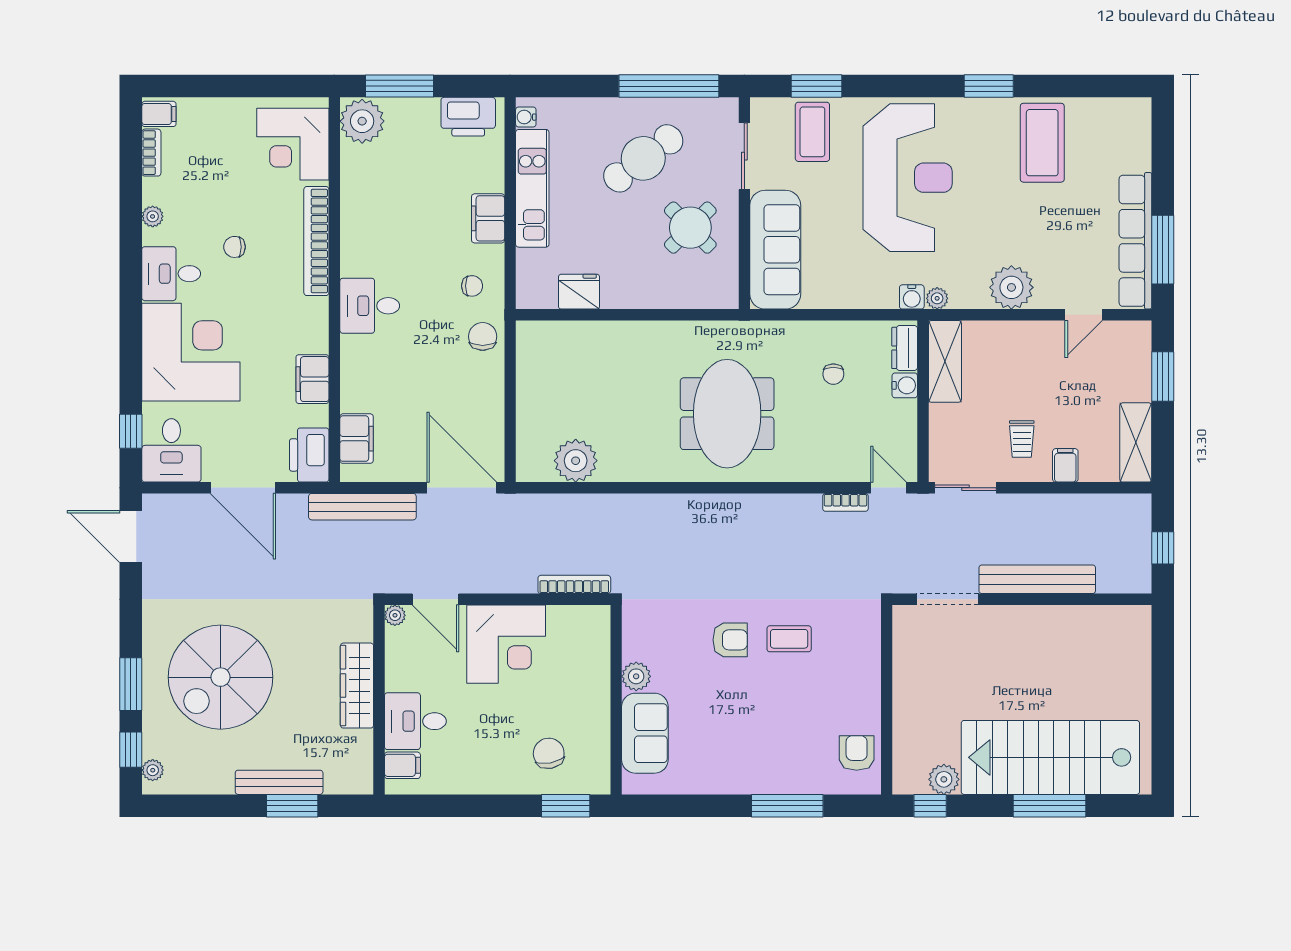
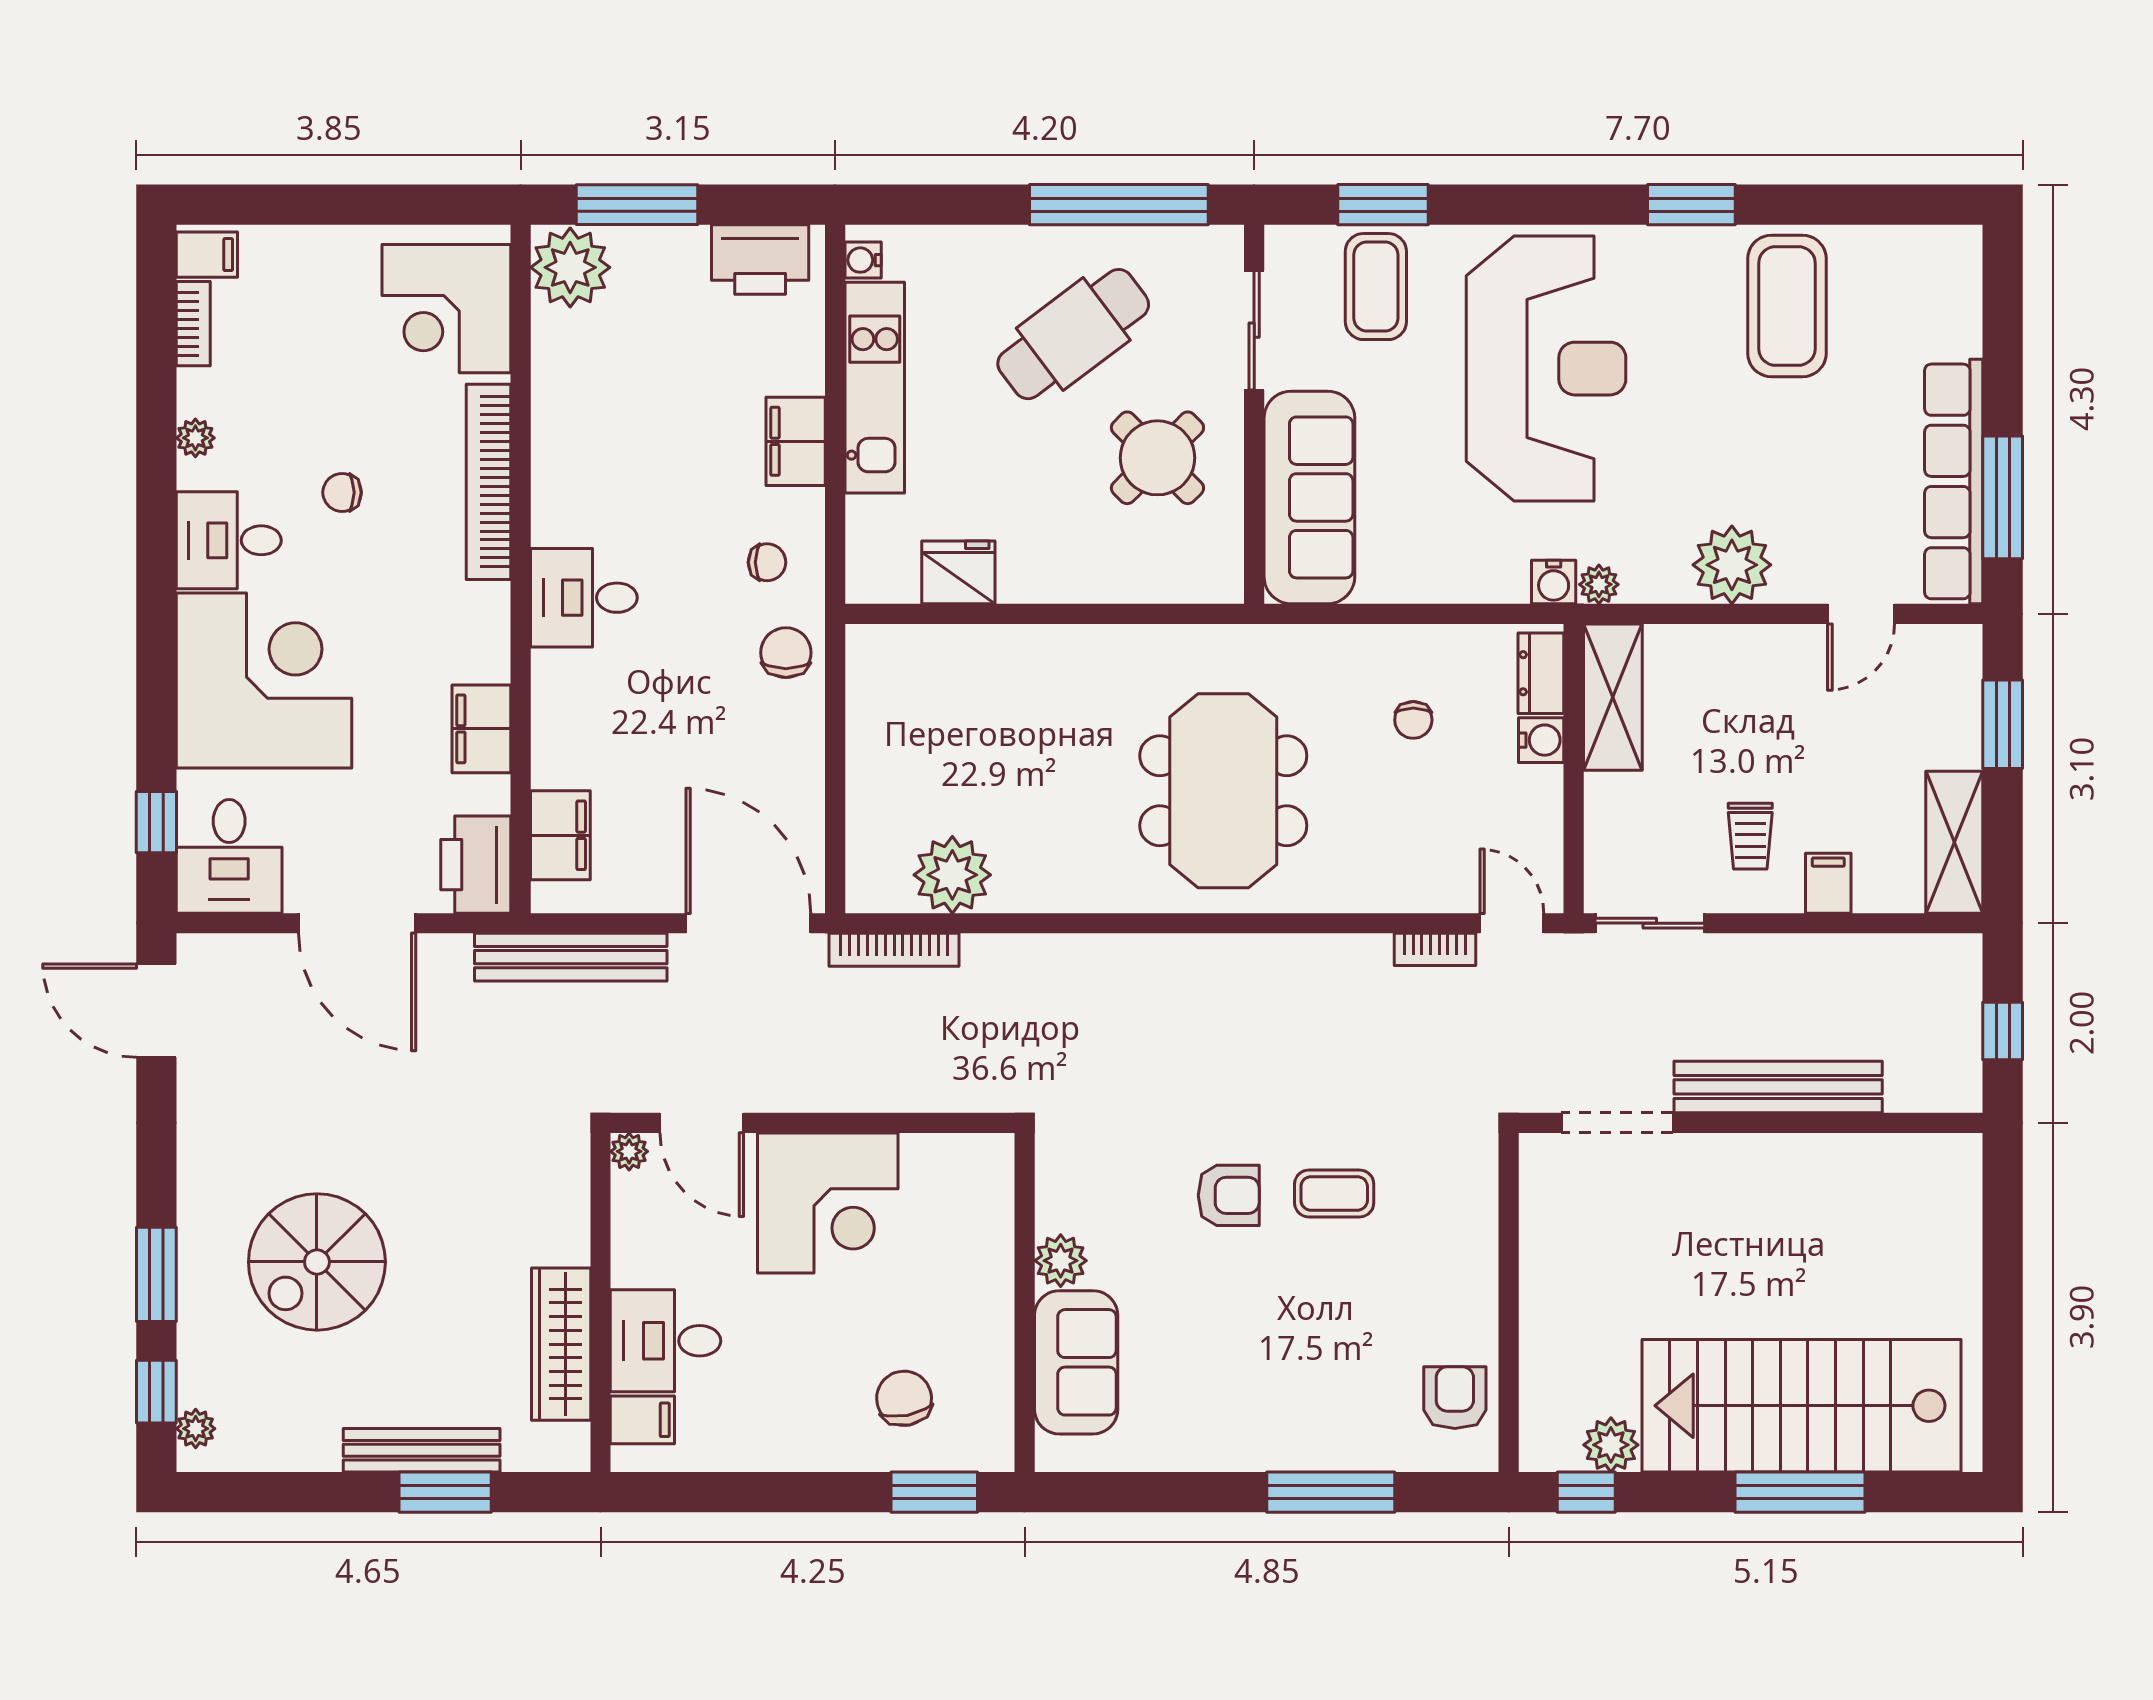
bookcase: (574, 584) -> (894, 950), moved, turned 180
spiral stairs: (220, 677) -> (317, 1262), width x0.73, depth x0.73
wardrobe: (357, 686) -> (561, 1344), moved

